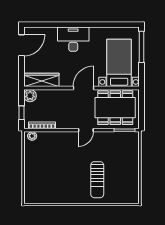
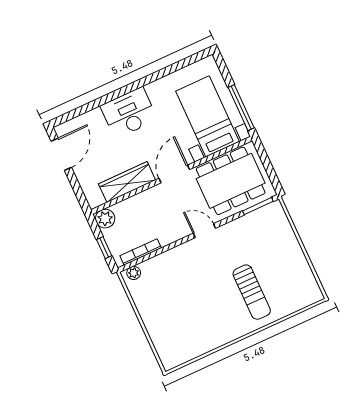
window: (141, 47) -> (241, 108), moved
wardrobe: (41, 80) -> (127, 182), moved
door: (86, 130) -> (204, 231), swing flipped

